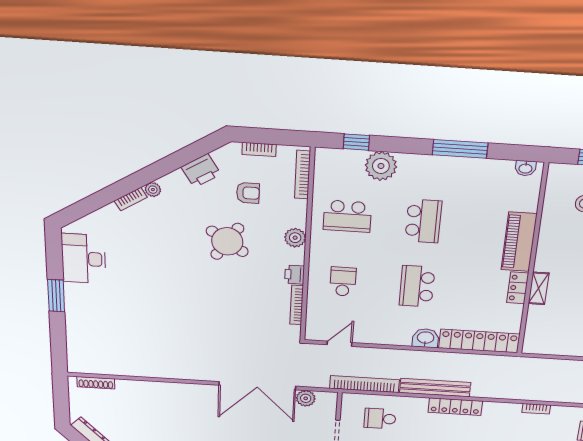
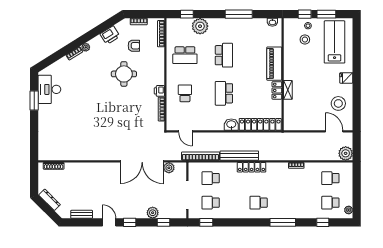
plant: (295, 238) -> (159, 69), removed
round table: (227, 241) -> (124, 74), turned -34
window: (56, 296) -> (34, 100), moved
door: (339, 344) -> (185, 131), swing flipped

